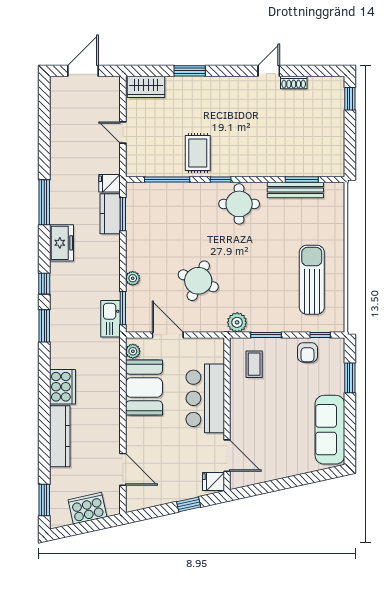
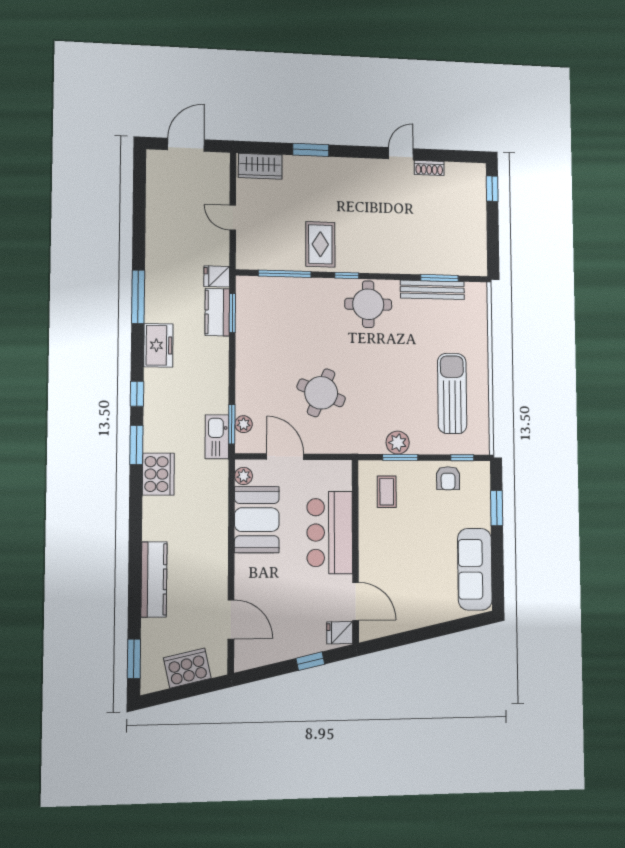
plant: (133, 278) -> (244, 424), moved
plant: (237, 322) -> (398, 443), moved
cooker: (62, 387) -> (158, 474), moved

